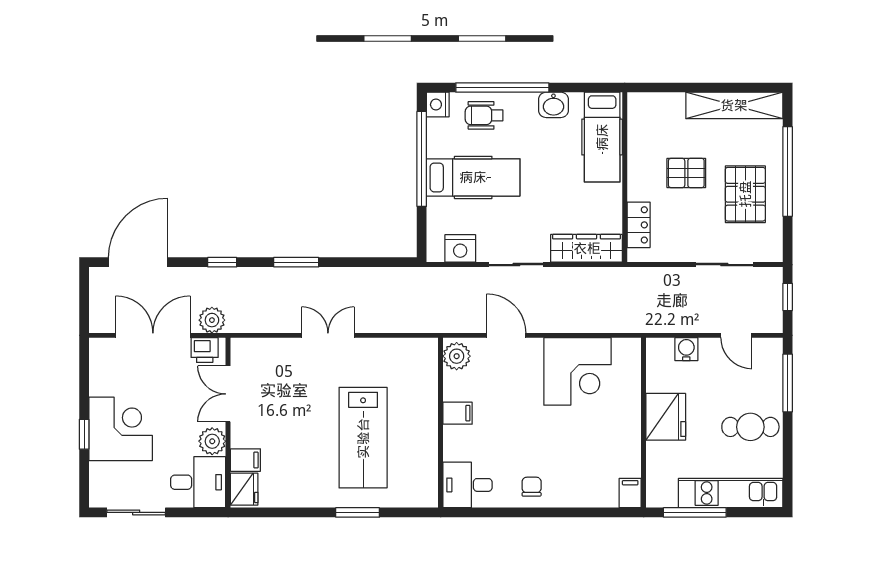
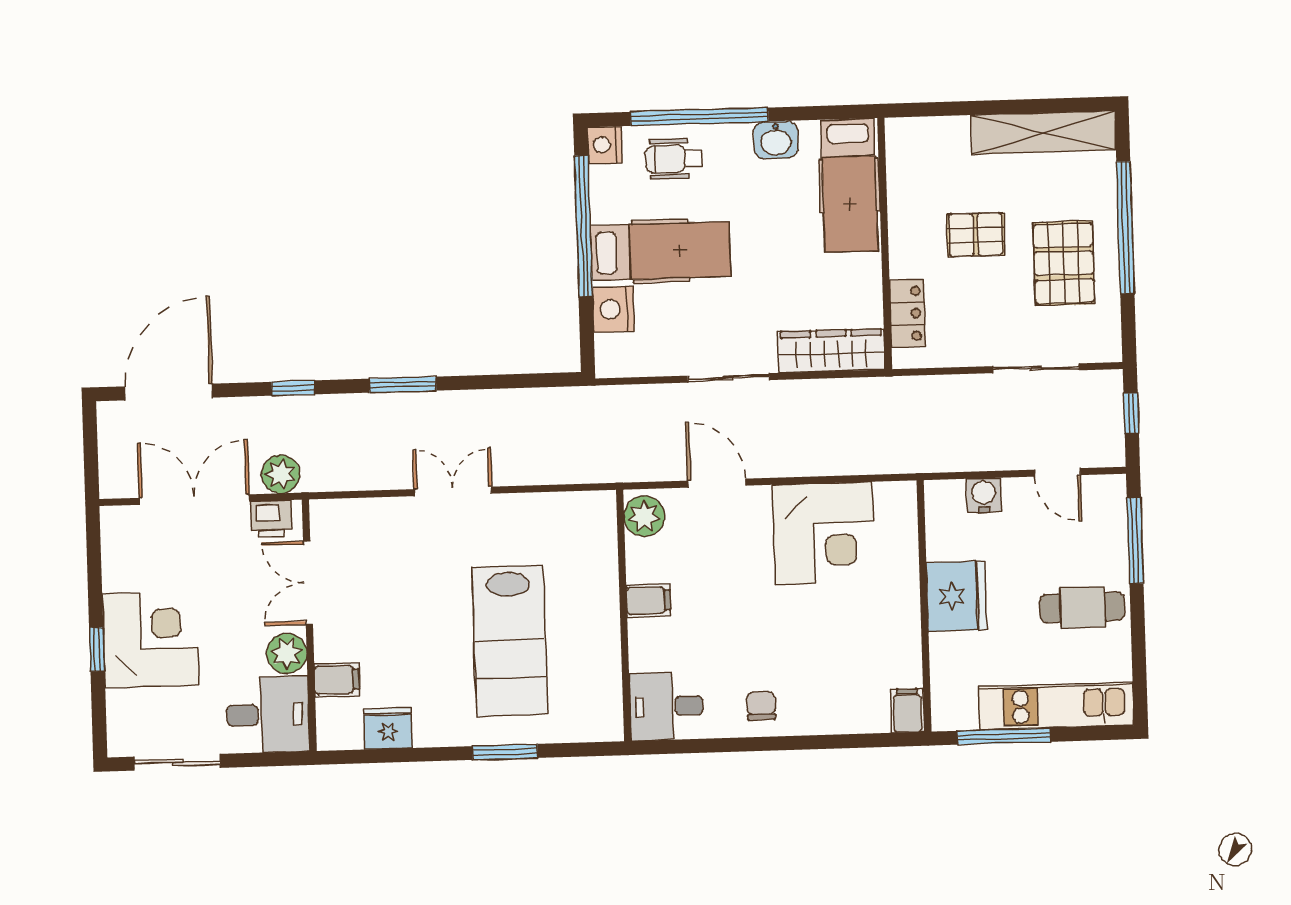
nightstand: (460, 248) -> (613, 309), moved, turned 90
fridge: (244, 489) -> (388, 728), moved, turned -90

